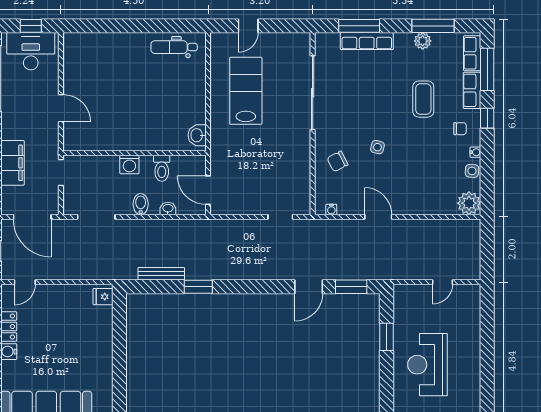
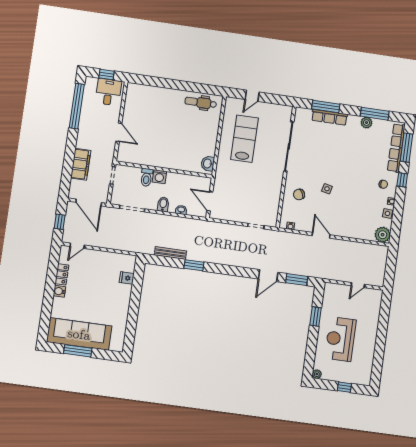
desk: (31, 51) -> (108, 92), width x0.73
coffee table: (423, 99) -> (362, 161), removed
toilet: (162, 168) -> (146, 177), moved
fridge: (103, 297) -> (127, 278), moved

